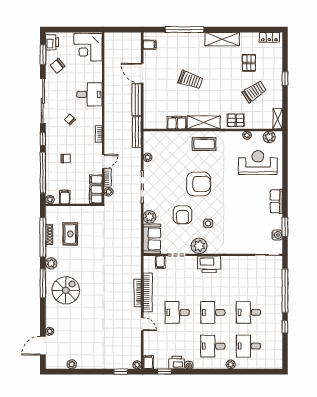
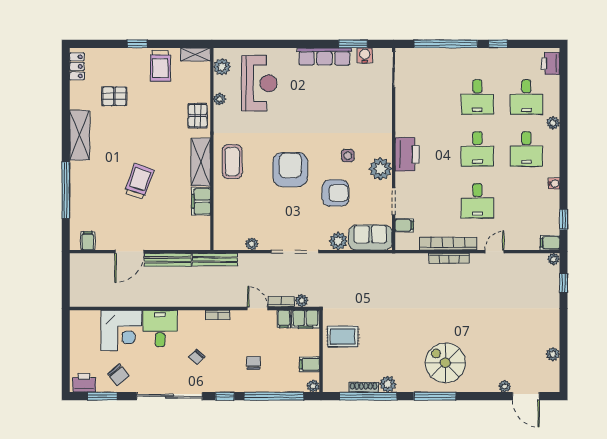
corner desk: (88, 47) -> (122, 330), moved
trolley: (254, 92) -> (160, 66), moved, turned -146
reception desk: (258, 163) -> (259, 83), turned 180
row of seats: (276, 201) -> (324, 56), width x1.48
rug: (70, 234) -> (343, 336), moved
plant: (51, 263) -> (388, 384), moved
printer: (177, 363) -> (550, 64), moved

